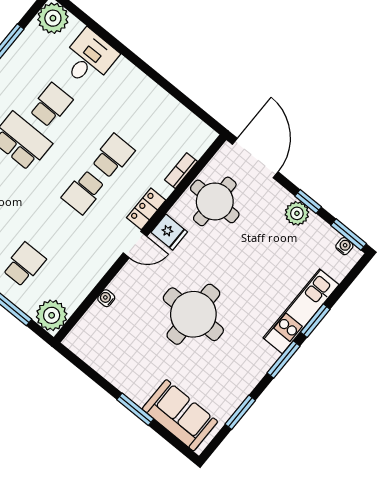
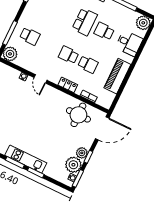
piano: (153, 100) -> (117, 76), added
school desk: (51, 105) -> (104, 31), turned 180
fridge: (169, 232) -> (60, 98), removed
plant: (318, 237) -> (73, 165), added
door: (135, 245) -> (40, 79), moved
kitchen unit: (301, 311) -> (26, 159), moved
round table: (193, 314) -> (26, 117), removed

